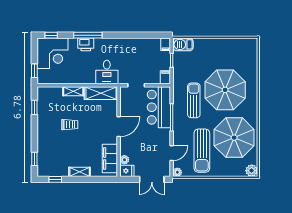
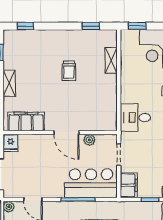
filing cabinet: (165, 77) -> (129, 185), width x2.00
shelving: (73, 91) -> (111, 60), moved
shelving: (101, 93) -> (109, 110), removed
plant: (124, 160) -> (89, 140), moved

